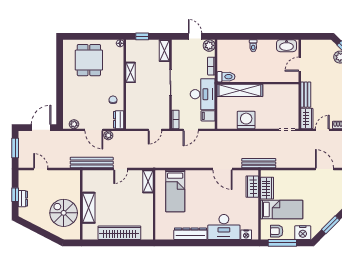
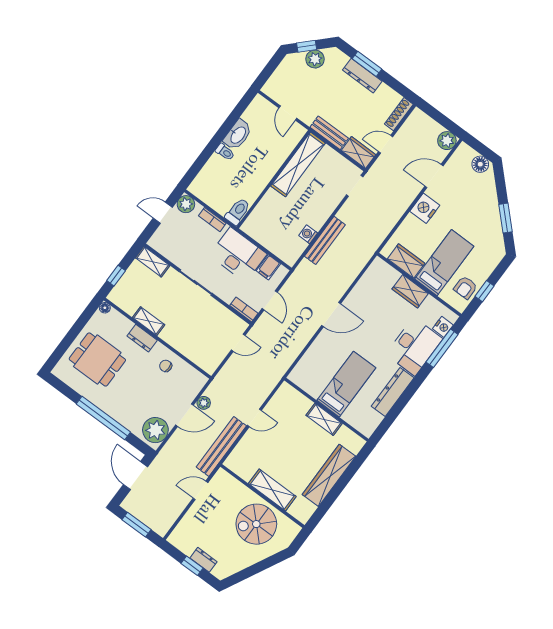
washbasin: (287, 46) -> (238, 135), moved
window: (60, 87) -> (103, 418), added
shelving: (240, 90) -> (298, 164), moved
dresser: (119, 120) -> (142, 338), moved
washing machine: (246, 120) -> (308, 234), width x0.53, depth x0.53
plant: (74, 124) -> (155, 430), width x1.88, depth x1.88
door: (155, 130) -> (238, 343), hinge flipped
door: (322, 130) -> (386, 144), hinge flipped
bench: (259, 163) -> (325, 240), moved
door: (41, 169) -> (200, 490), moved
door: (121, 169) -> (254, 418), hinge flipped
door: (222, 169) -> (331, 314), moved
shelving: (148, 181) -> (324, 419), moved
wardrobe: (252, 187) -> (410, 291), moved
bed: (175, 191) -> (346, 384), moved, turned -90
nightstand: (303, 233) -> (425, 208), moved, turned 180
window: (234, 243) -> (442, 348), added
window: (282, 243) -> (484, 291), width x0.46

